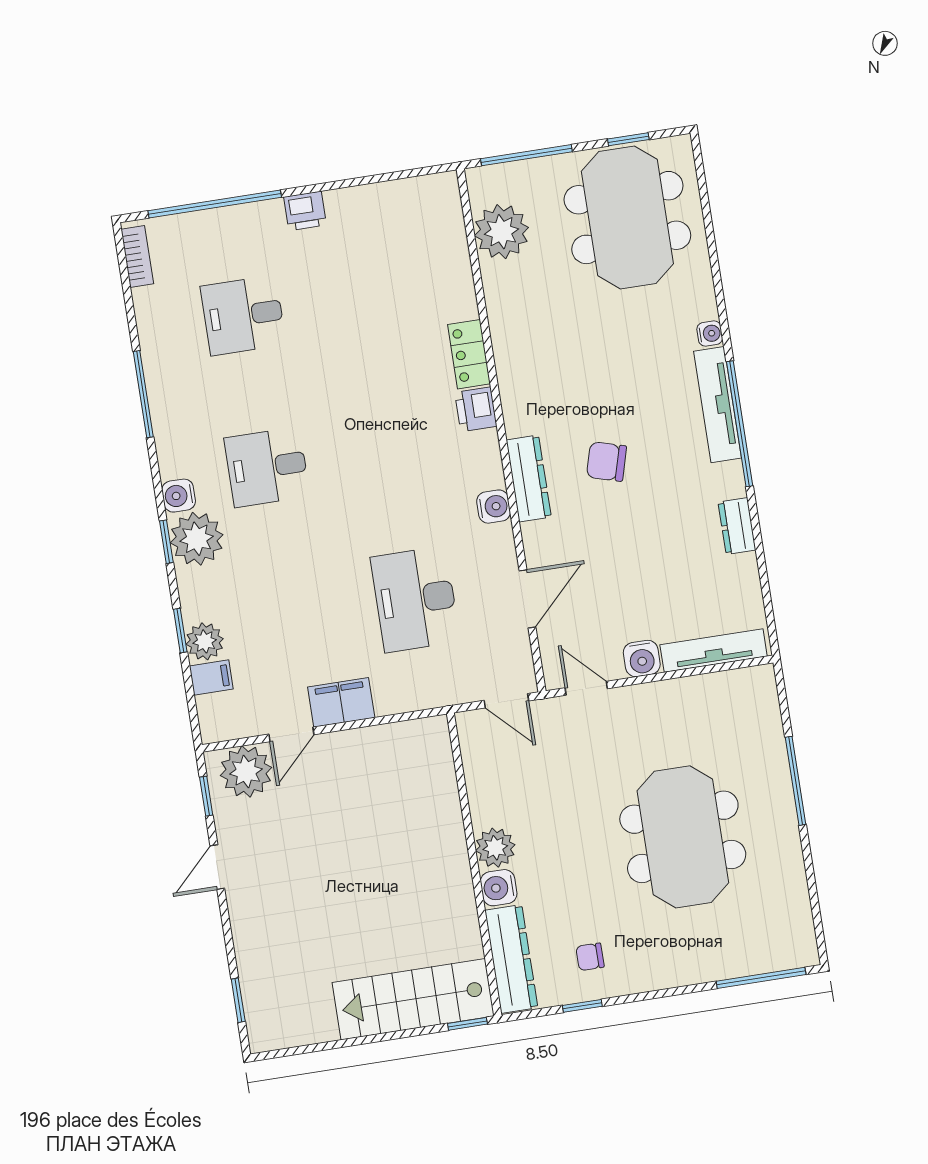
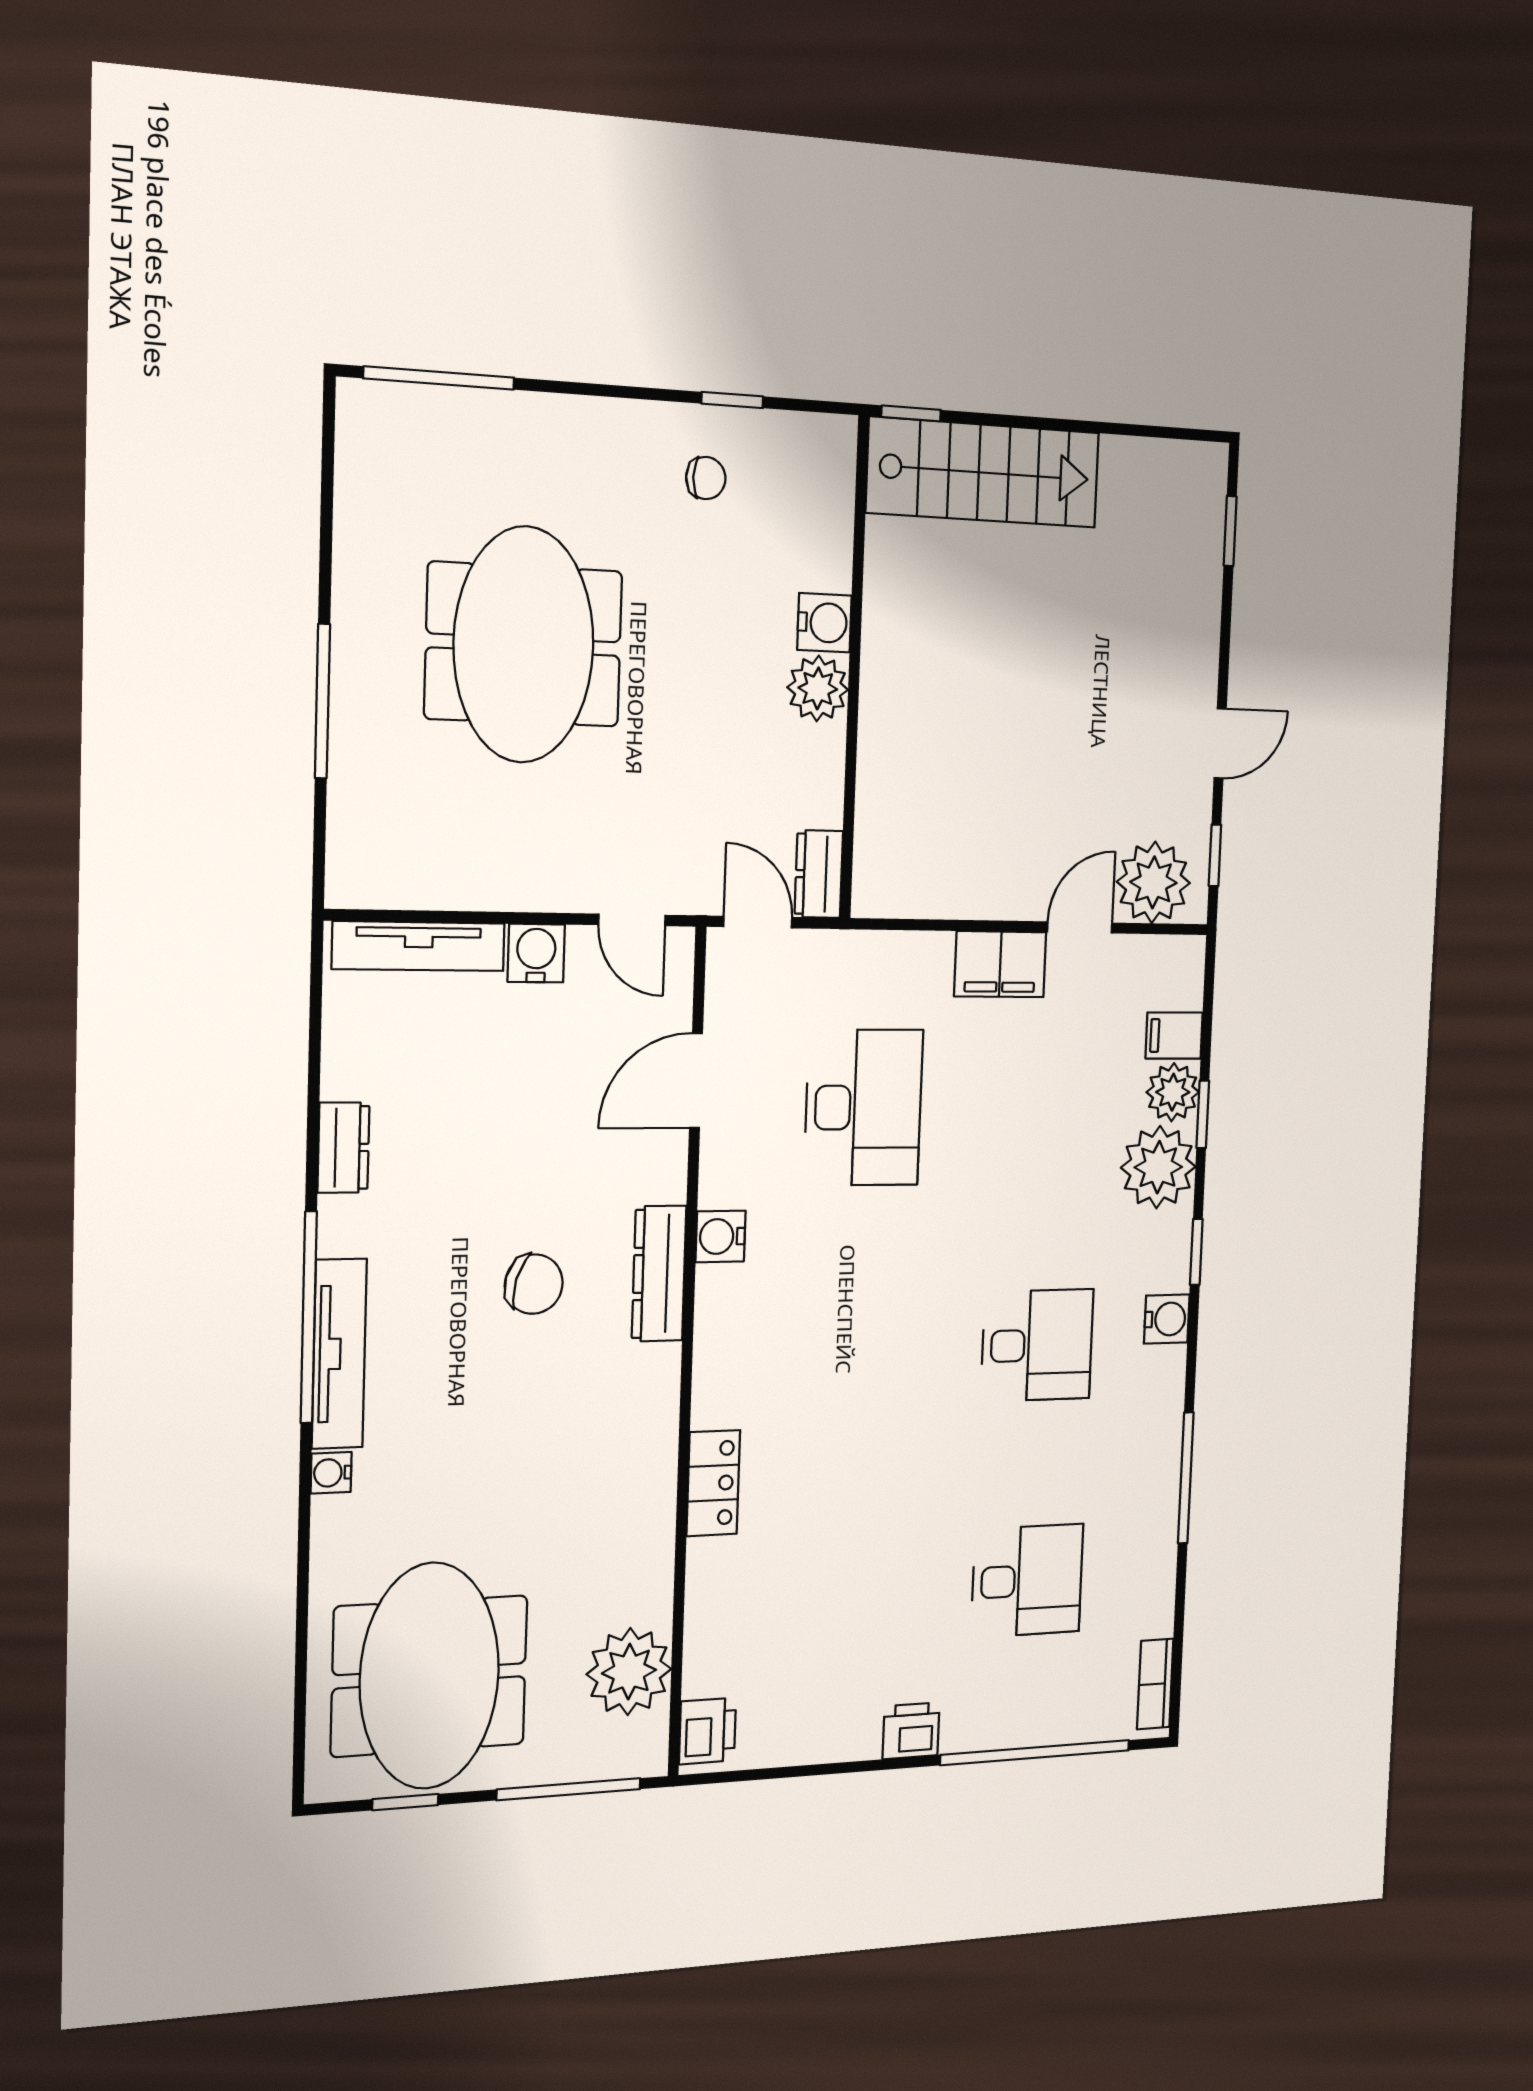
printer: (476, 409) -> (708, 1731), moved
plant: (197, 539) -> (1158, 1167), moved
dresser: (511, 959) -> (819, 874), moved, width x0.51, depth x0.80

